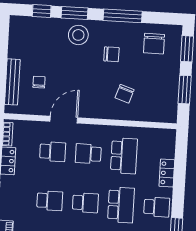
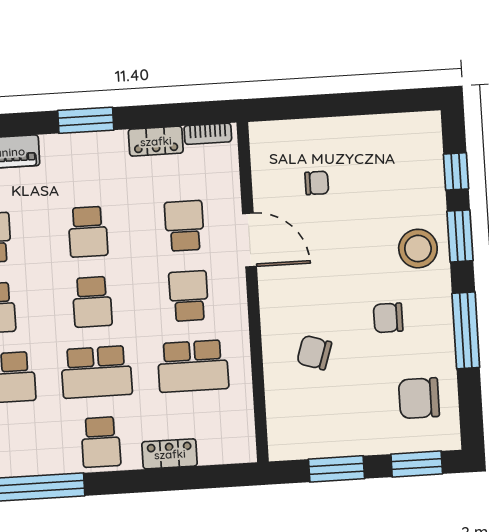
chair: (111, 54) -> (388, 318), turned 90
bench: (12, 82) -> (311, 131), removed
school desk: (53, 152) -> (184, 226), turned 180

